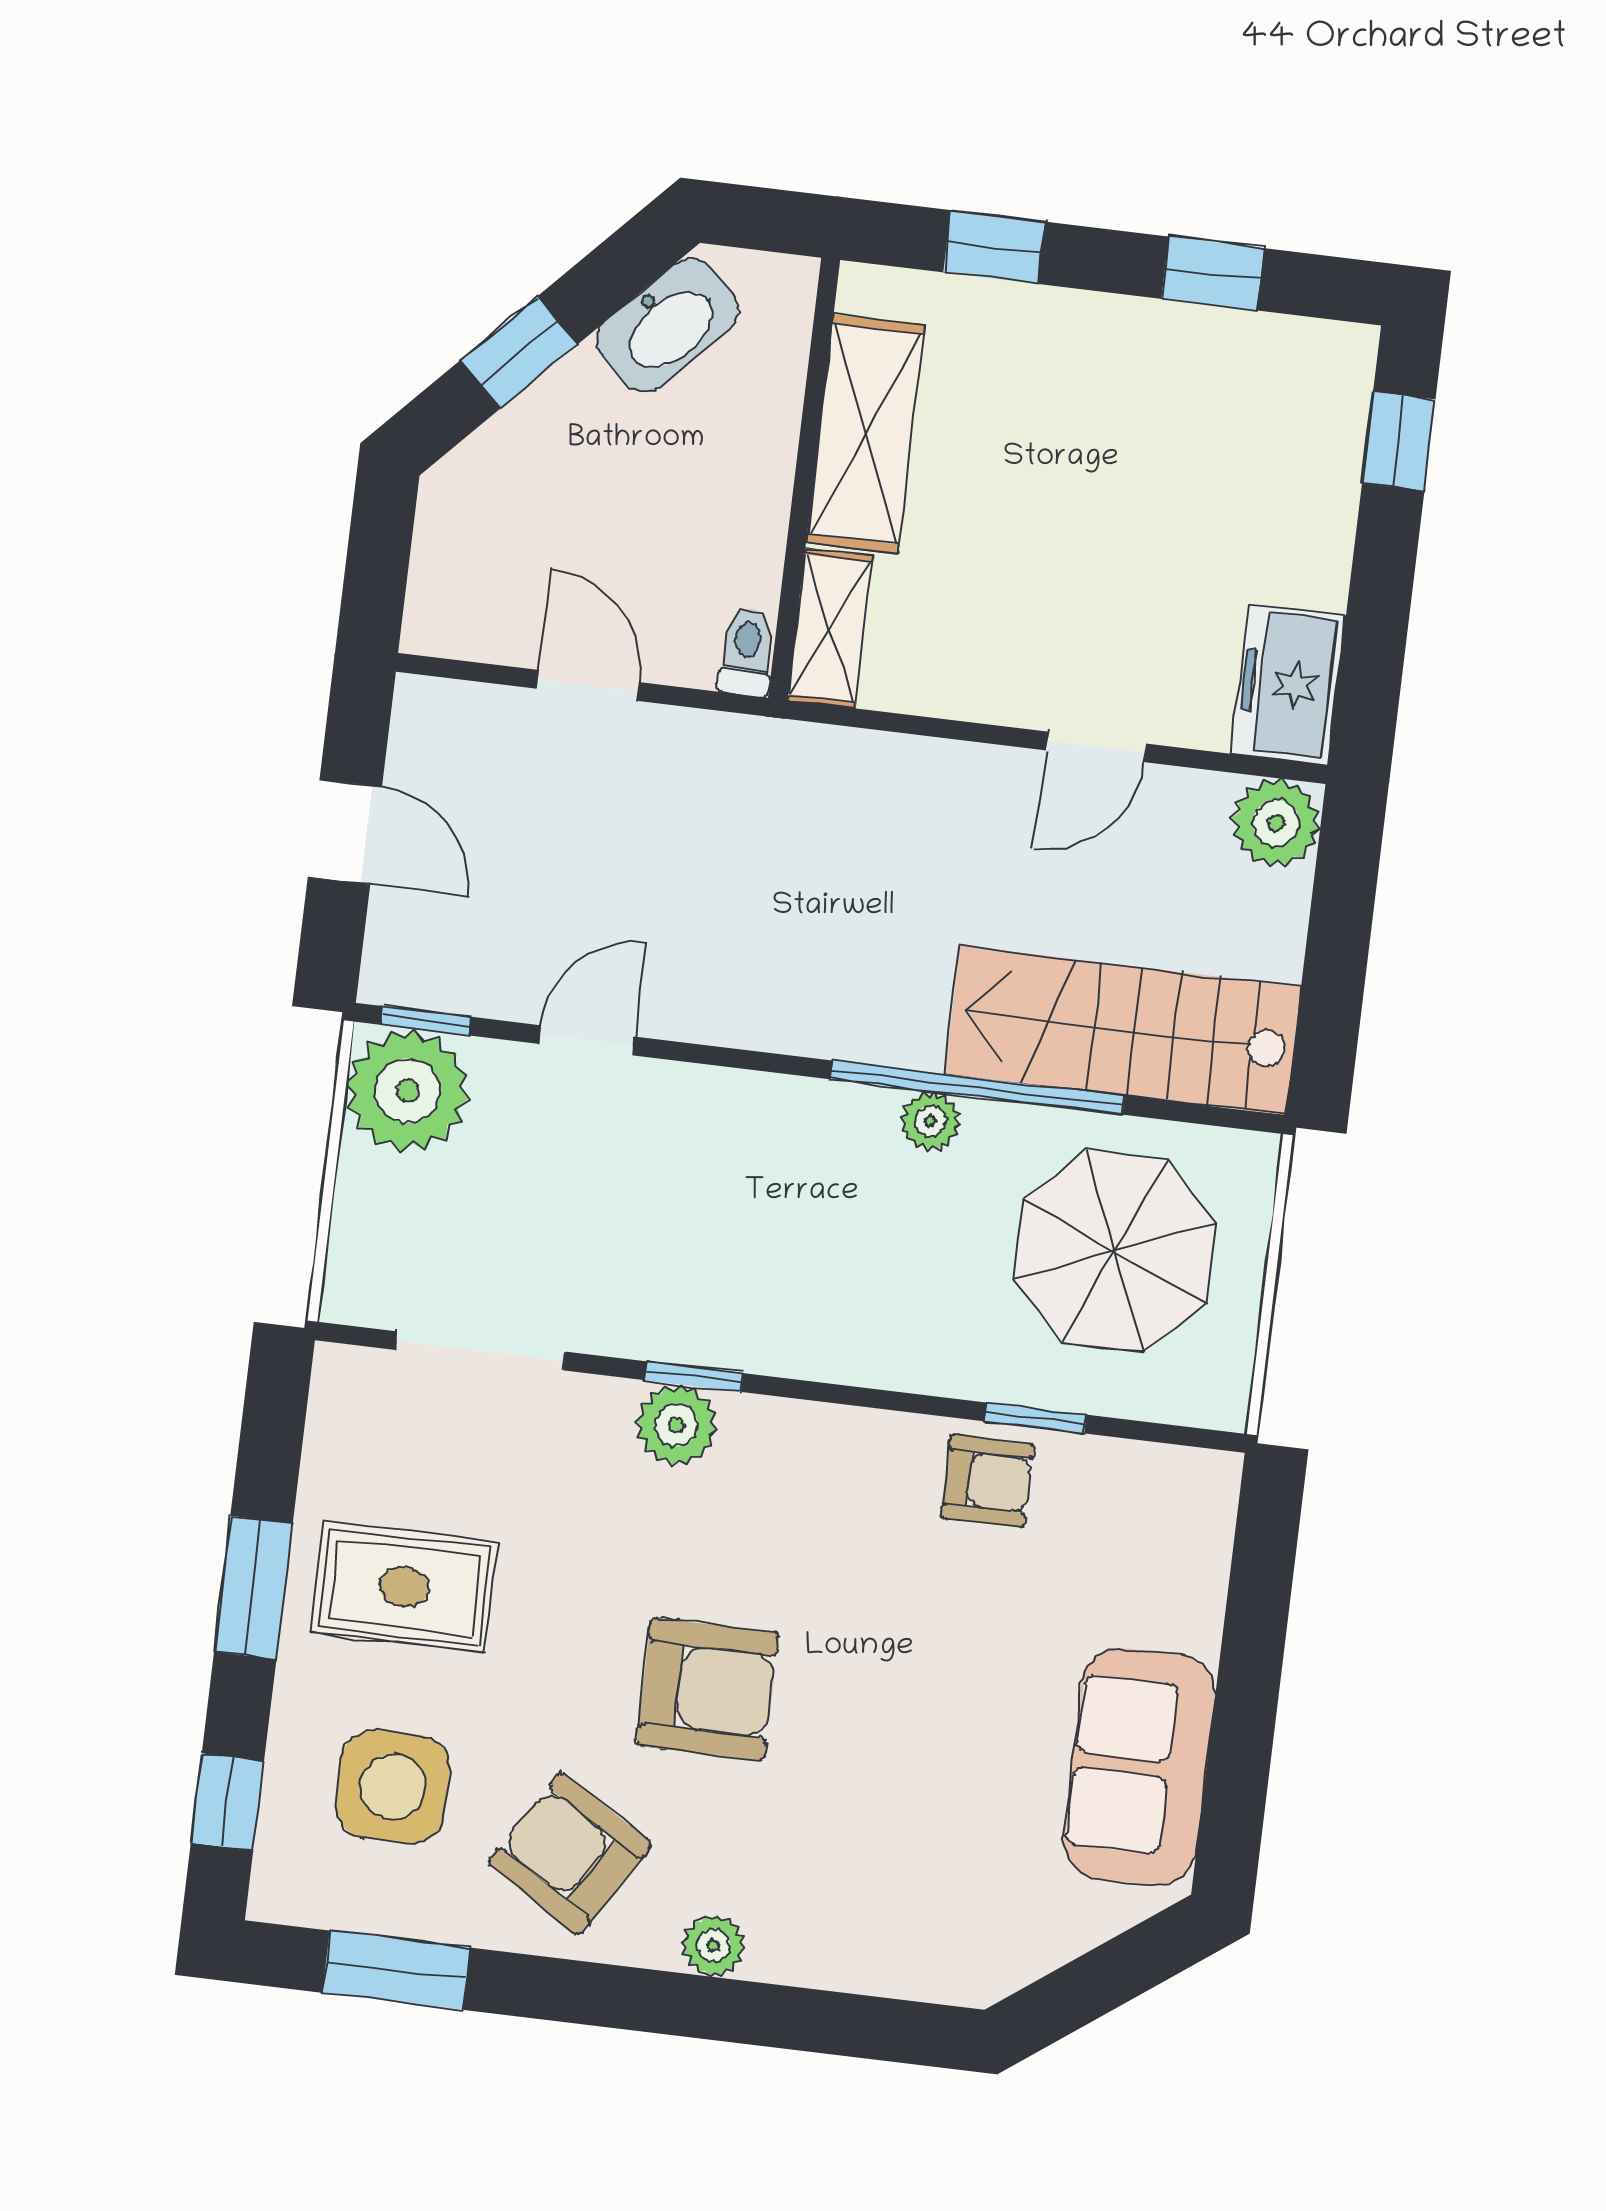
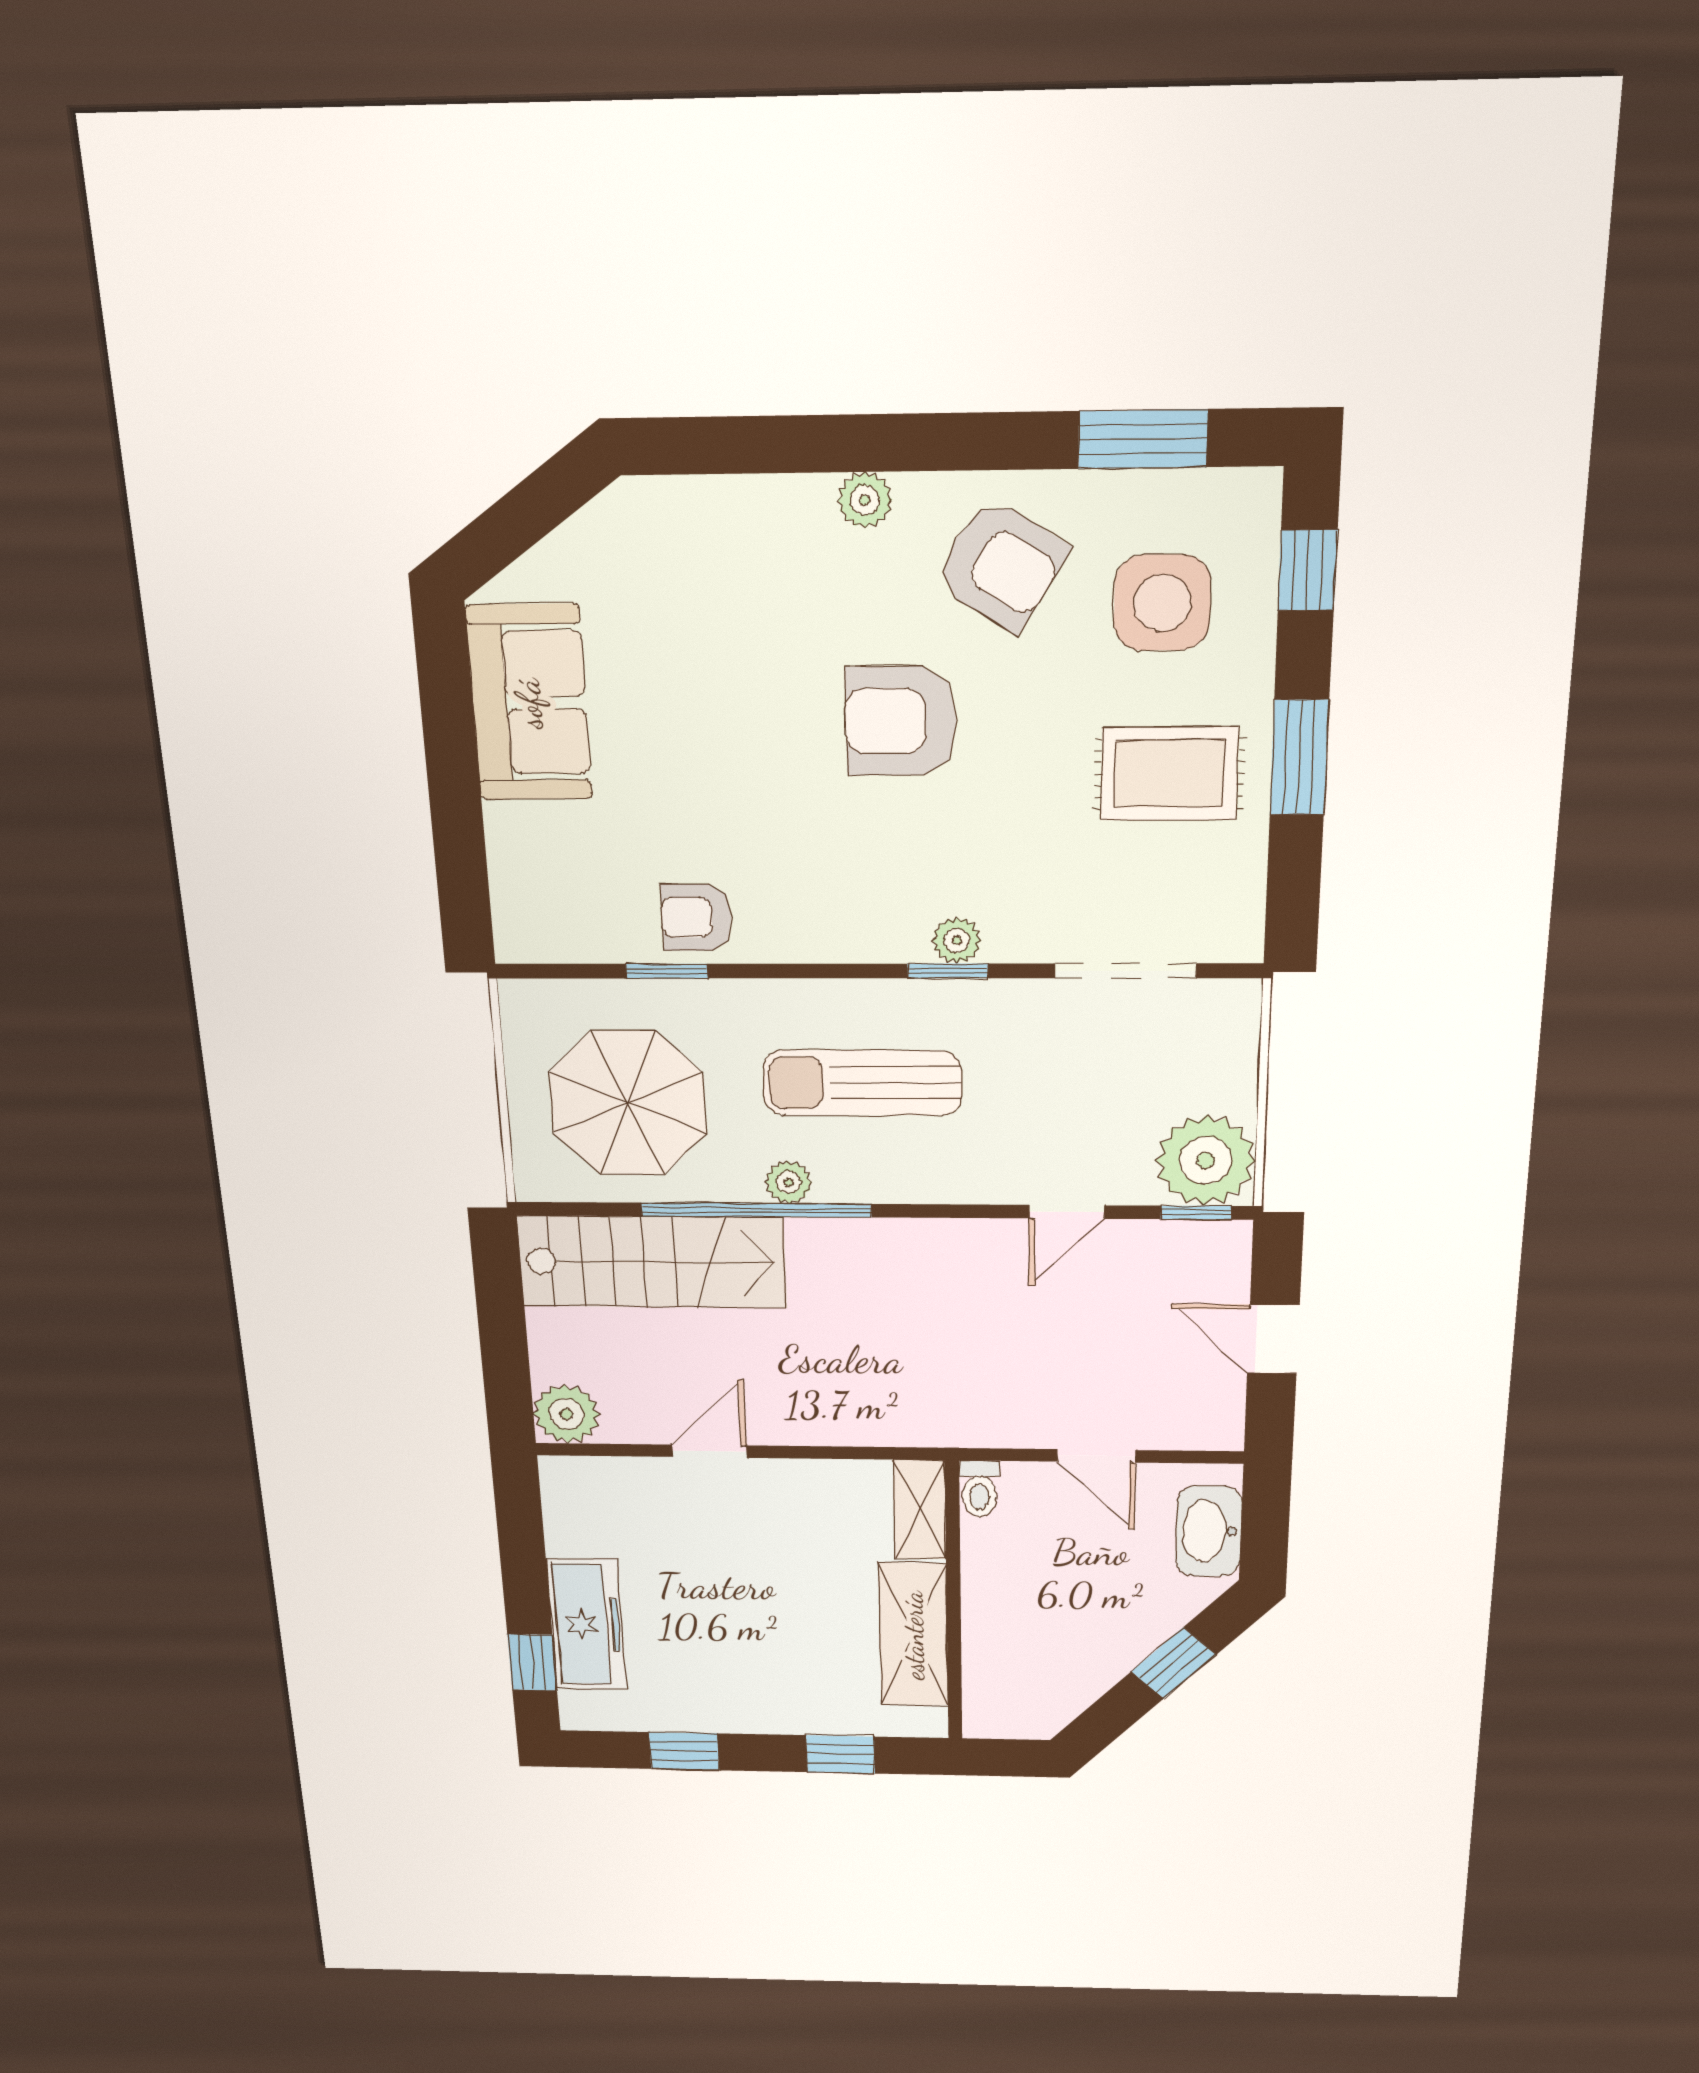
washbasin: (667, 325) -> (1208, 1531), moved, turned -43
freezer: (1288, 685) -> (587, 1624), moved, width x1.40
sun lounger: (818, 1244) -> (862, 1083), added
plant: (676, 1425) -> (957, 940), width x0.73, depth x0.73

